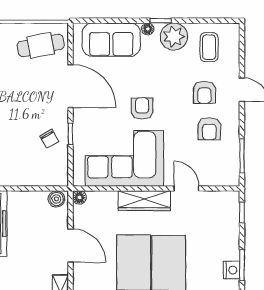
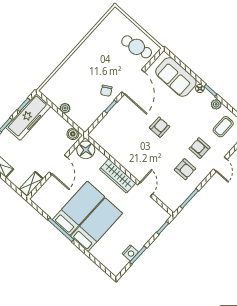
plant: (174, 37) -> (216, 104), width x0.53, depth x0.53
armchair: (204, 92) -> (199, 148), turned 90
armchair: (209, 129) -> (185, 169), turned -90
chair: (49, 139) -> (106, 91), moved
corner sofa: (124, 158) -> (127, 145), removed
plant: (23, 179) -> (65, 108), added
floor lamp: (79, 197) -> (86, 150), width x1.89, depth x1.89

